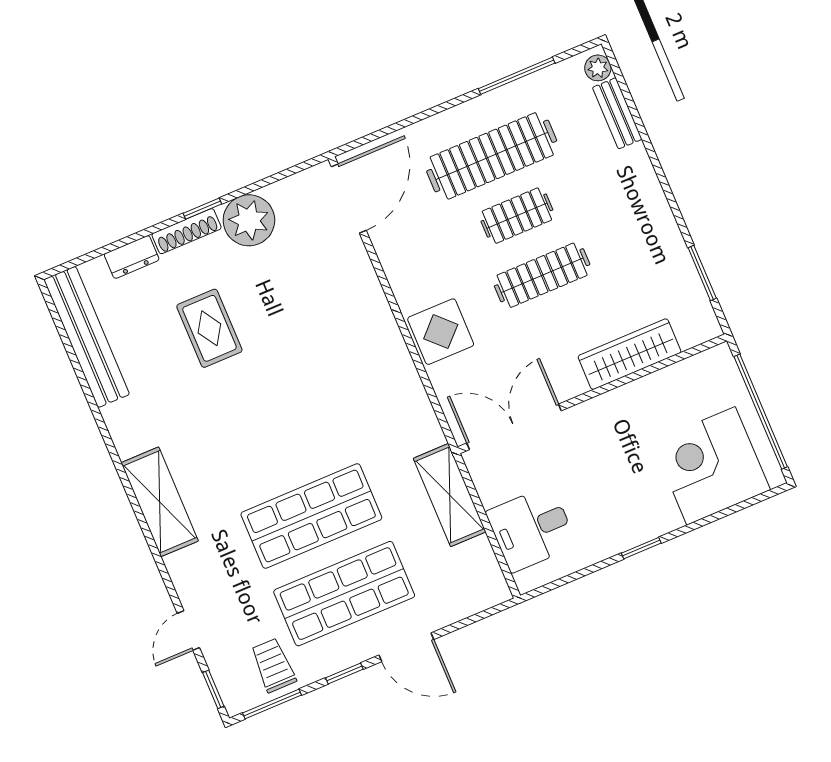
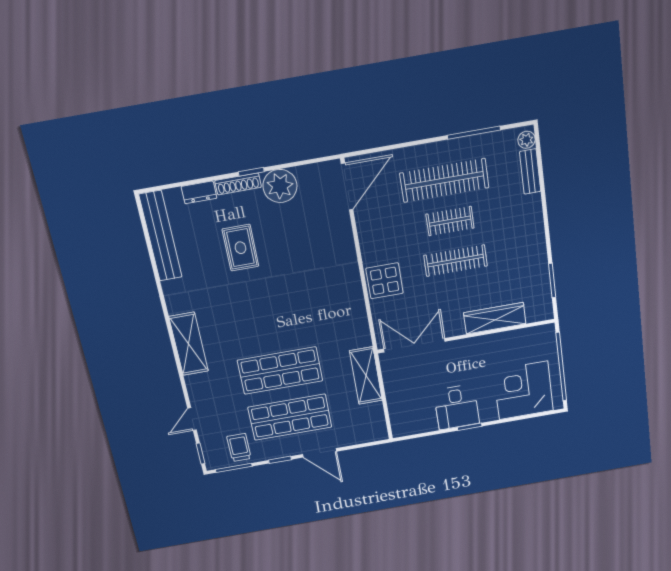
desk: (531, 529) -> (457, 407), moved, turned -90

